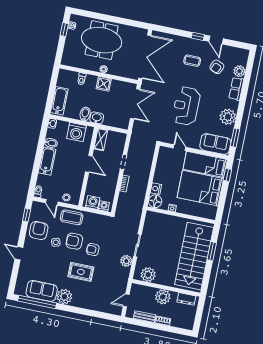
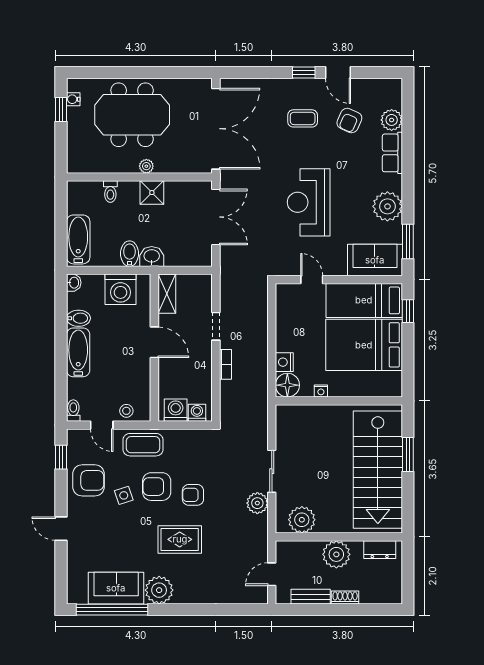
armchair: (39, 230) -> (89, 480), turned 90

